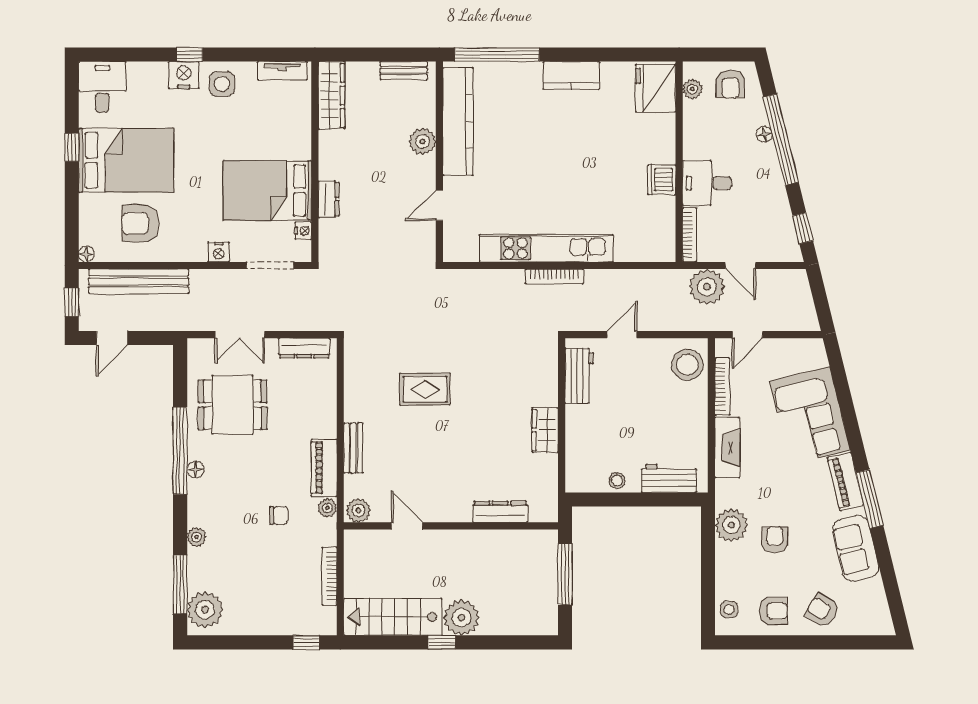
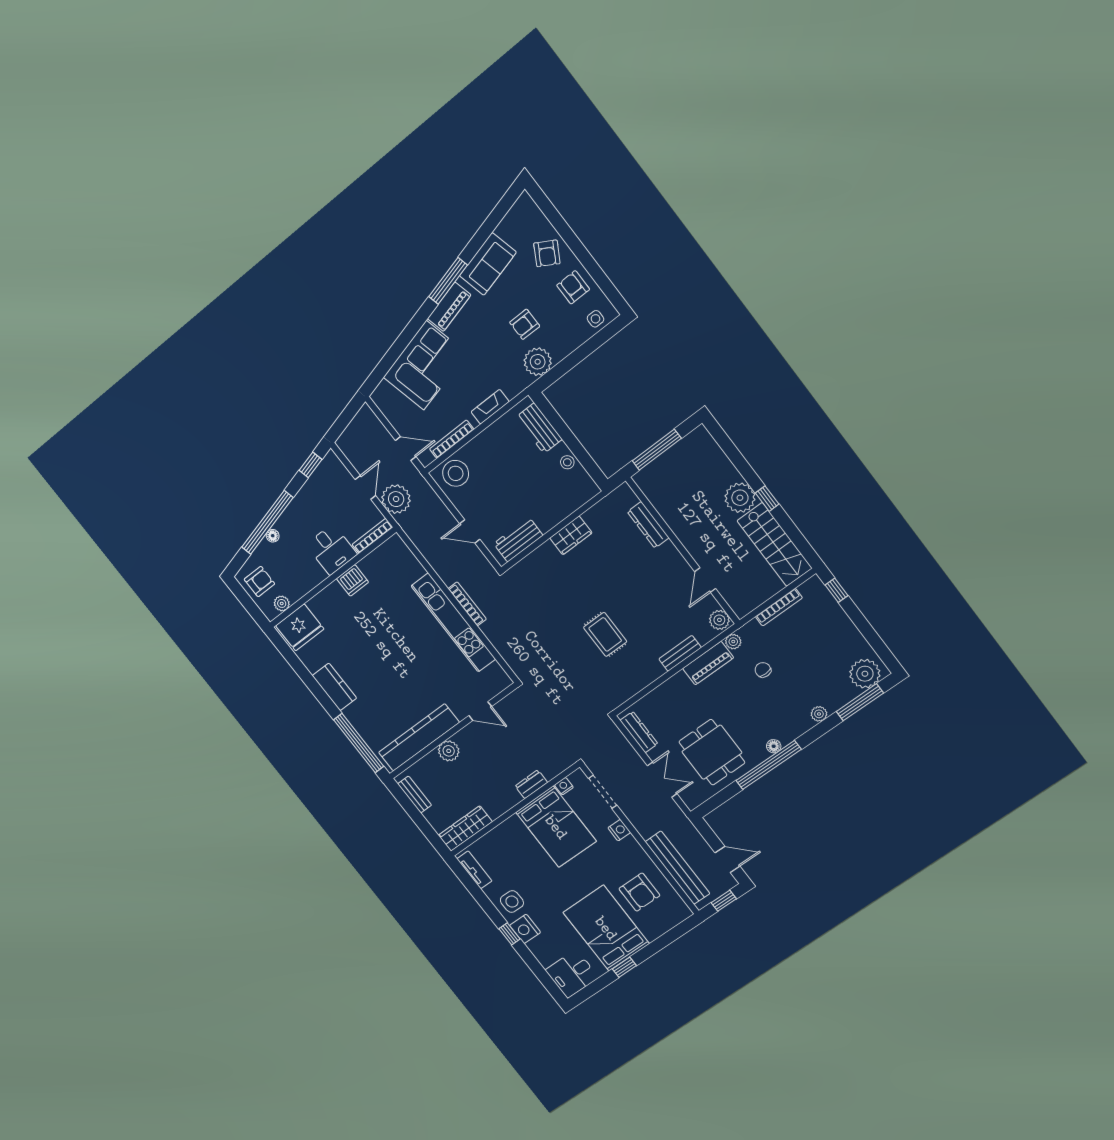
floor lamp: (87, 254) -> (685, 912), removed
fireplace: (727, 447) -> (490, 407), width x0.73, depth x0.76

